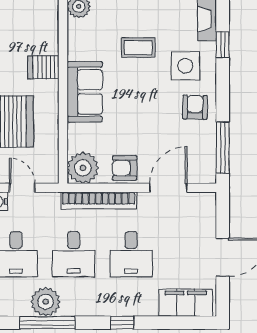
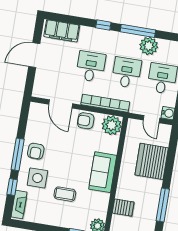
server rack: (43, 67) -> (123, 208), moved
window: (223, 148) -> (18, 154), moved
armchair: (125, 168) -> (86, 121), turned 180
door: (168, 188) -> (61, 104), hinge flipped
window: (47, 323) -> (138, 31), moved

